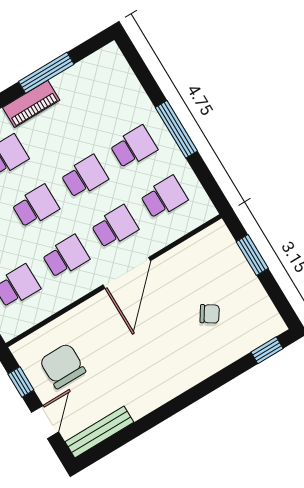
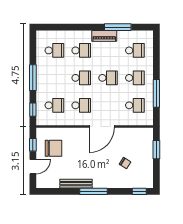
window: (176, 129) -> (156, 93), moved
school desk: (115, 227) -> (135, 50), moved
chair: (63, 366) -> (54, 148), turned 90
window: (184, 401) -> (94, 191), added
bench: (99, 432) -> (76, 184), moved

